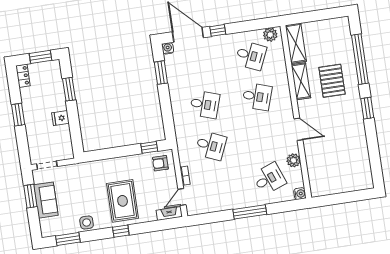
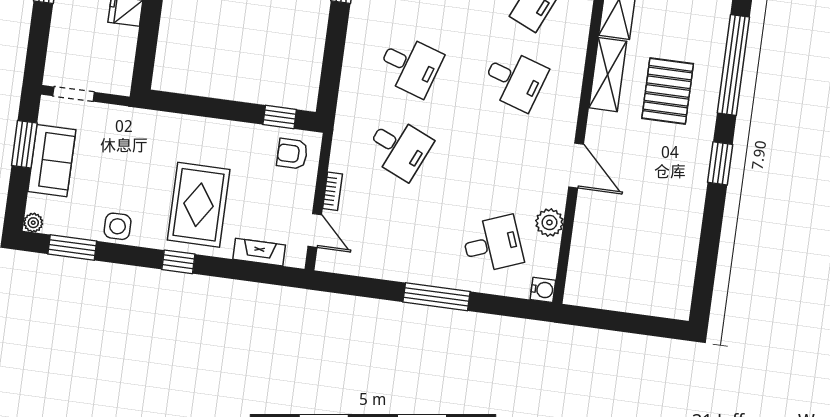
door: (182, 197) -> (315, 230), swing flipped
fireplace: (169, 213) -> (259, 252), moved
plant: (46, 233) -> (33, 223), added

